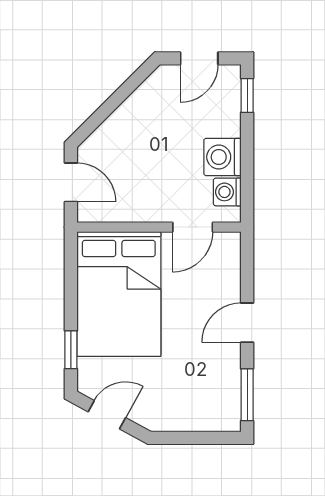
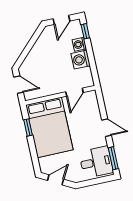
washing machine: (227, 192) -> (79, 44), moved
door: (247, 323) -> (107, 128), swing flipped
window: (71, 350) -> (28, 127), moved
desk: (207, 395) -> (96, 162), added

